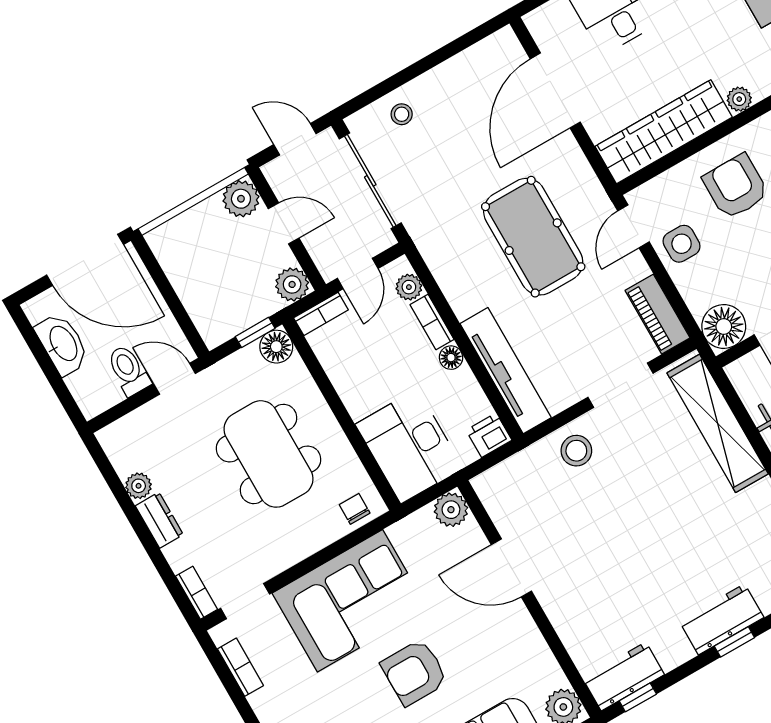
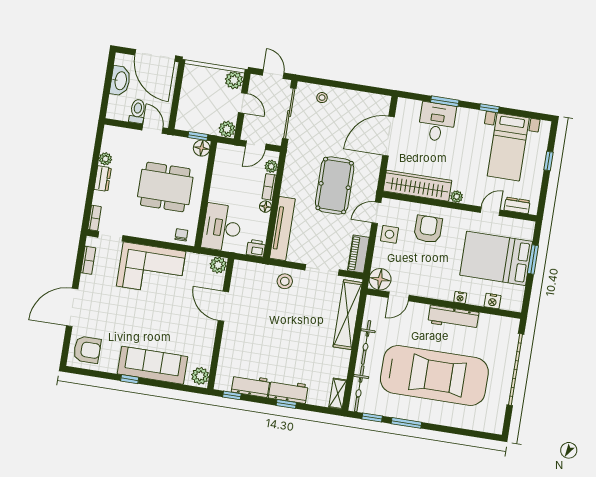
bookcase: (321, 314) -> (229, 149), removed
dining table: (269, 454) -> (165, 187), turned 90
armchair: (414, 672) -> (154, 316), removed
workbench: (623, 676) -> (251, 386), moved

